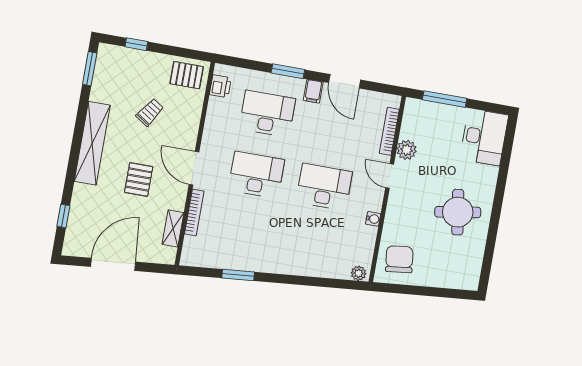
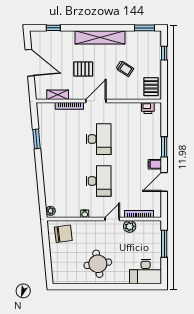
desk: (267, 114) -> (136, 139), removed

